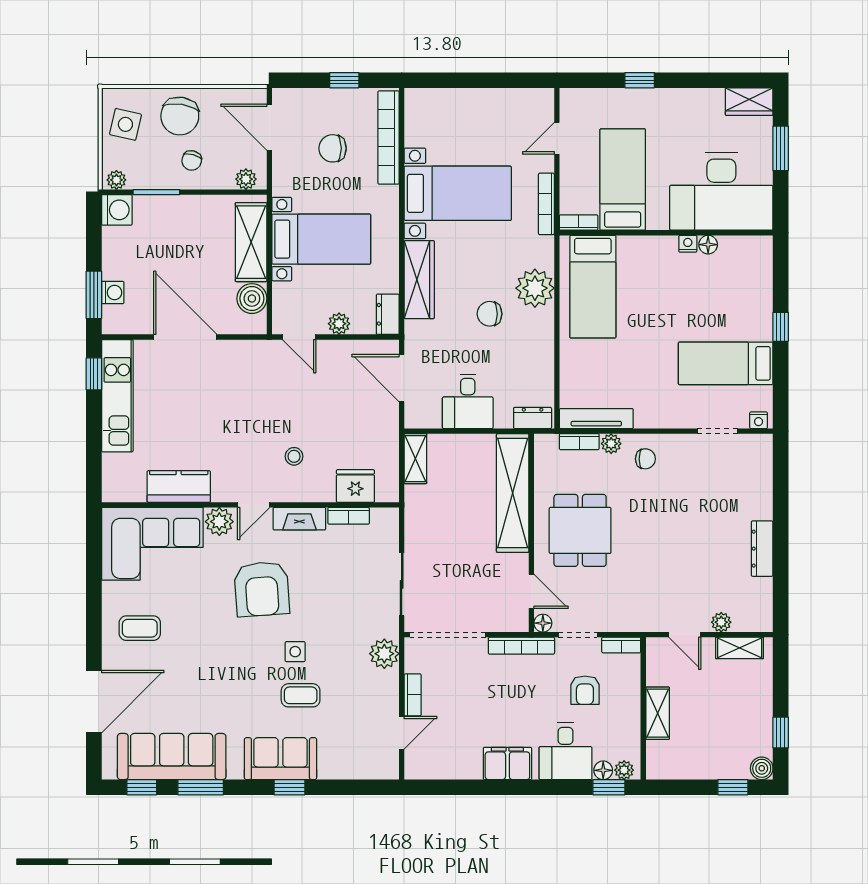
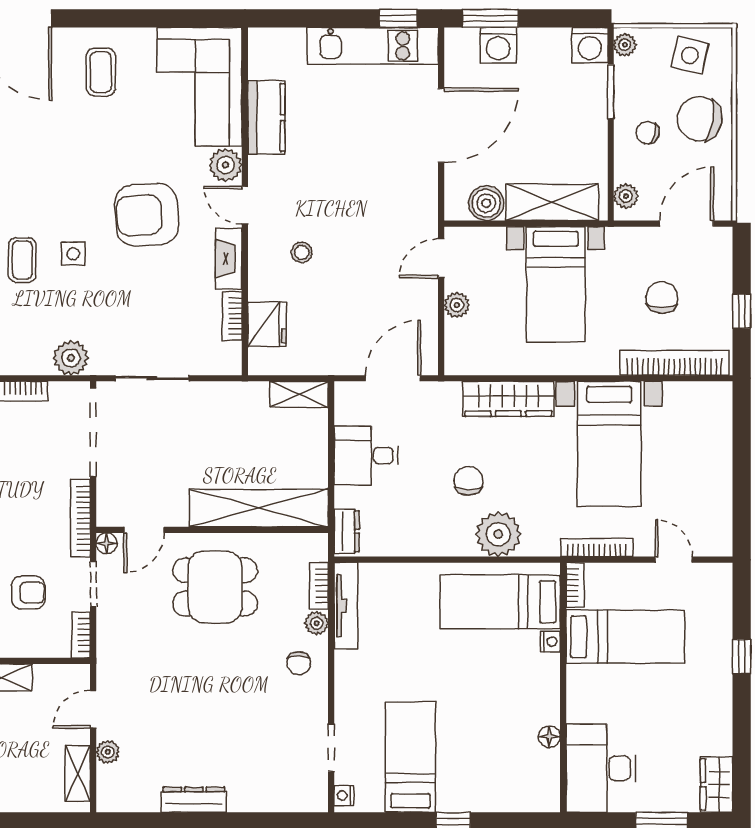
desk: (721, 192) -> (601, 768), width x0.73, depth x0.77
nightstand: (688, 244) -> (550, 642), moved
washing machine: (113, 293) -> (498, 45), width x1.38, depth x1.38
dresser: (388, 314) -> (468, 362), removed
armchair: (585, 690) -> (28, 593), turned 180

